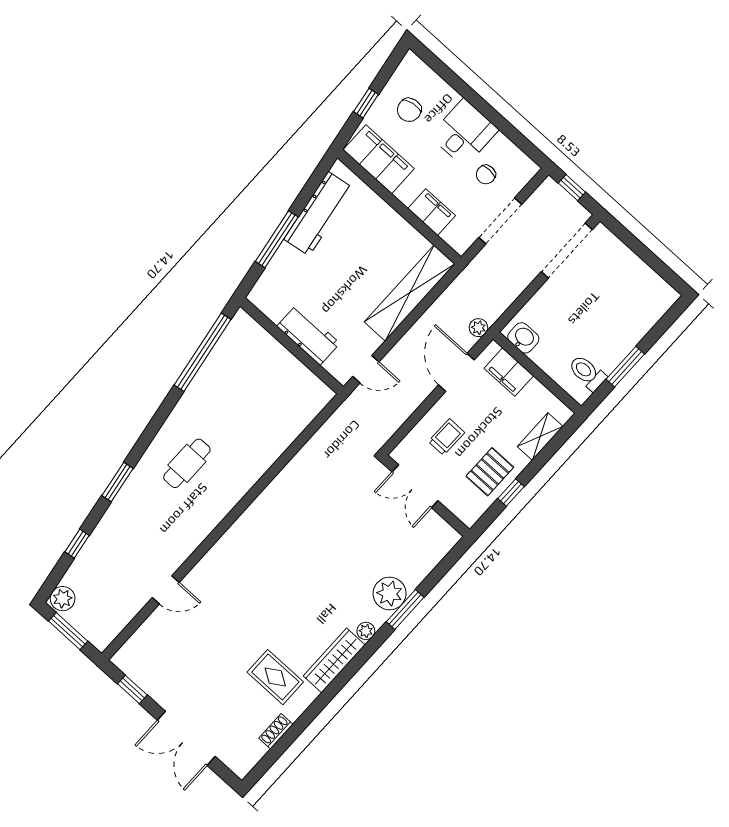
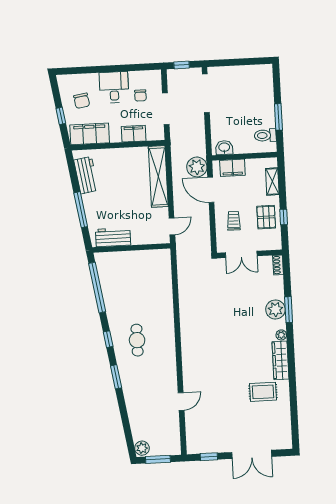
workbench: (319, 214) -> (86, 175), width x0.73
plant: (478, 328) -> (197, 167), width x1.88, depth x1.88
workbench: (308, 335) -> (113, 237), moved
window: (77, 544) -> (108, 339), moved
shoe rack: (276, 731) -> (278, 265), moved

